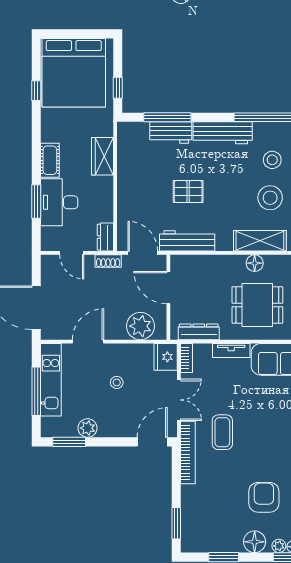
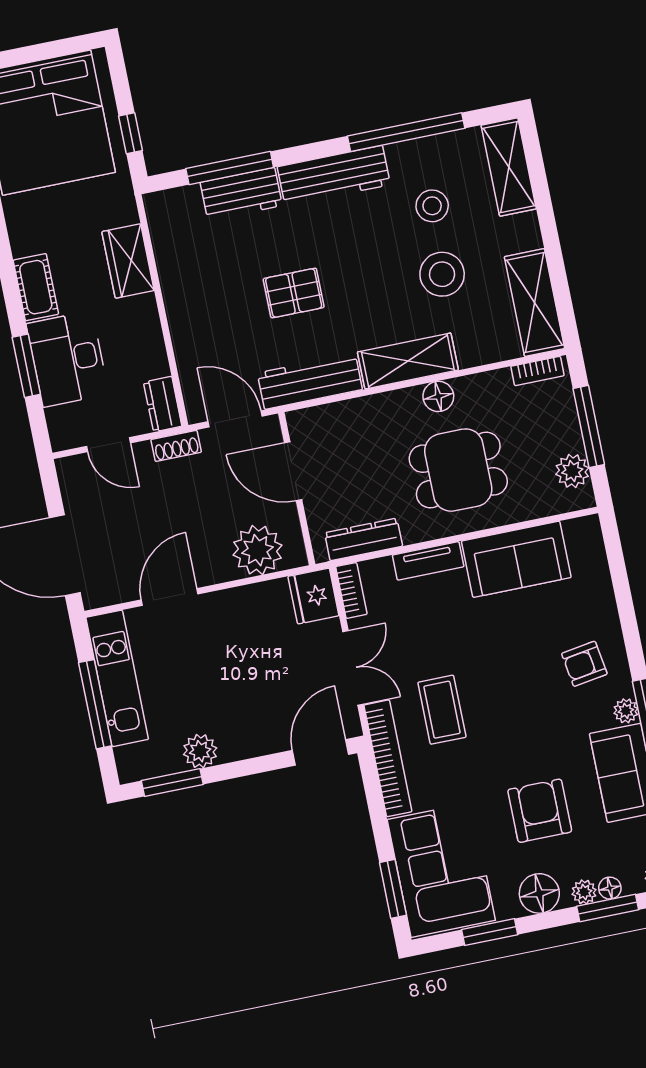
shelving: (260, 241) -> (408, 361), moved
stool: (117, 382) -> (236, 659), removed
corner sofa: (204, 518) -> (441, 870), added

